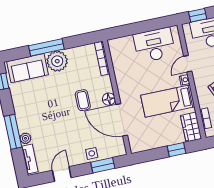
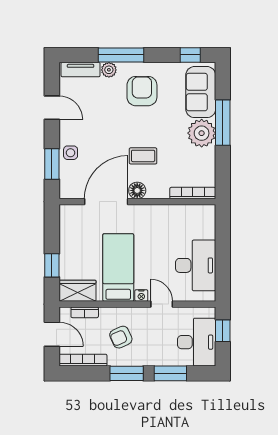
armchair: (36, 111) -> (142, 91), added

